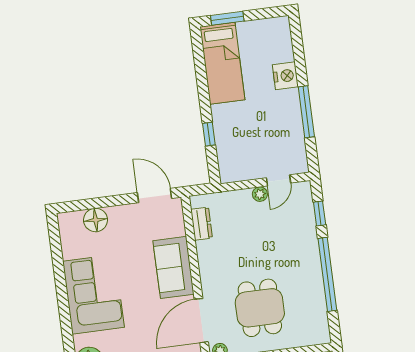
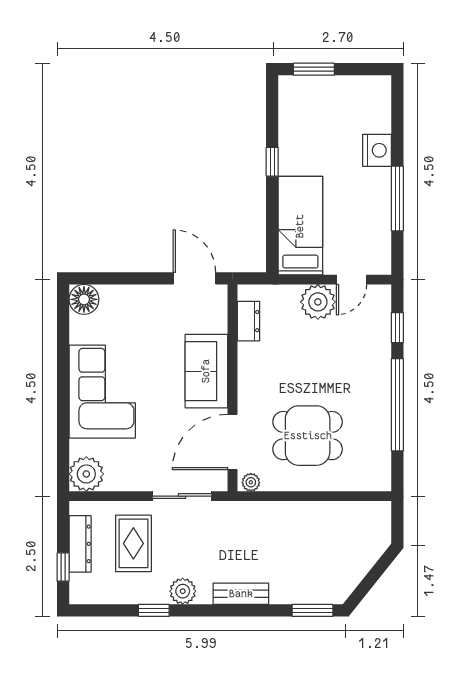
bed: (222, 63) -> (300, 226), moved, turned 180
window: (209, 134) -> (272, 162), moved
plant: (260, 194) -> (318, 302), width x1.88, depth x1.88
floor lamp: (96, 220) -> (84, 299), moved
dining table: (260, 308) -> (308, 436), turned 90

